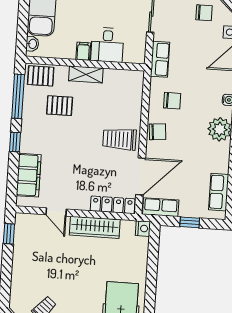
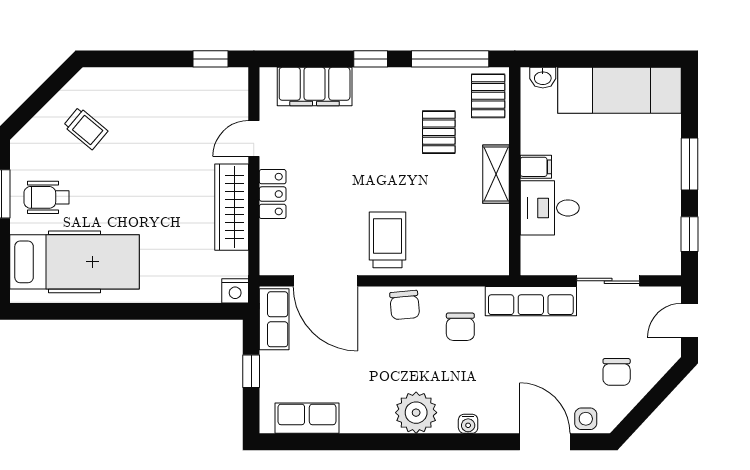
row of seats: (160, 59) -> (531, 301), width x1.48
locker: (113, 205) -> (273, 194), moved, width x0.66

